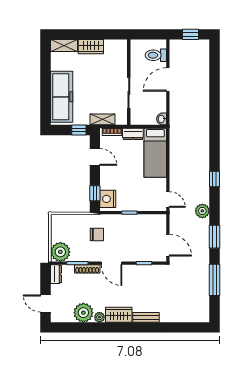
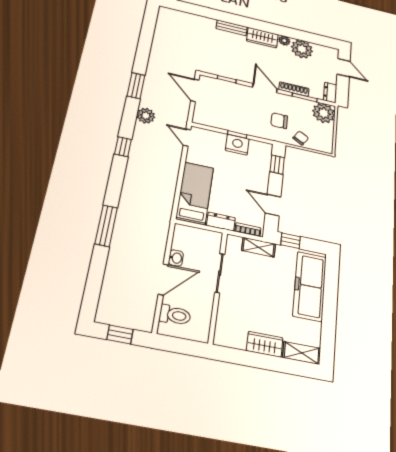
washbasin: (162, 119) -> (176, 258), moved
nightstand: (108, 199) -> (237, 145), moved, turned -90
chair: (78, 223) -> (301, 138), added
window: (215, 280) -> (106, 226), moved

